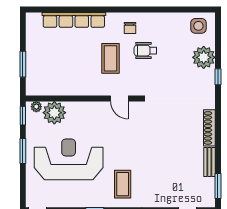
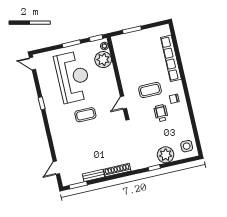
coffee table: (123, 184) -> (85, 115), moved

